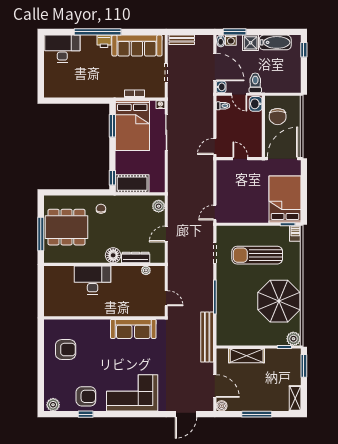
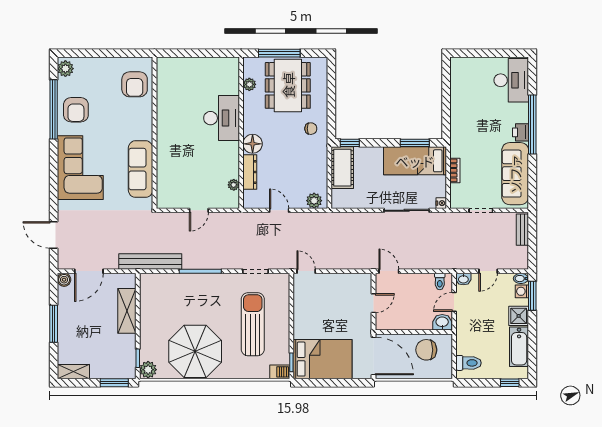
door: (215, 67) -> (488, 271), width x0.53
toilet: (255, 83) -> (469, 363), moved
bed: (132, 126) -> (415, 161), width x0.67
plant: (66, 258) -> (249, 84), added
wall: (104, 318) -> (154, 133), moved
sofa: (133, 329) -> (141, 169), moved
window: (86, 414) -> (54, 109), width x3.17

